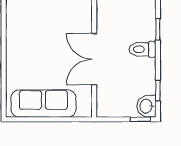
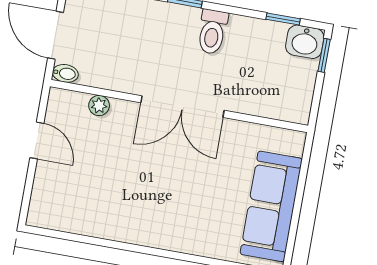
double door: (94, 59) -> (182, 107), moved

